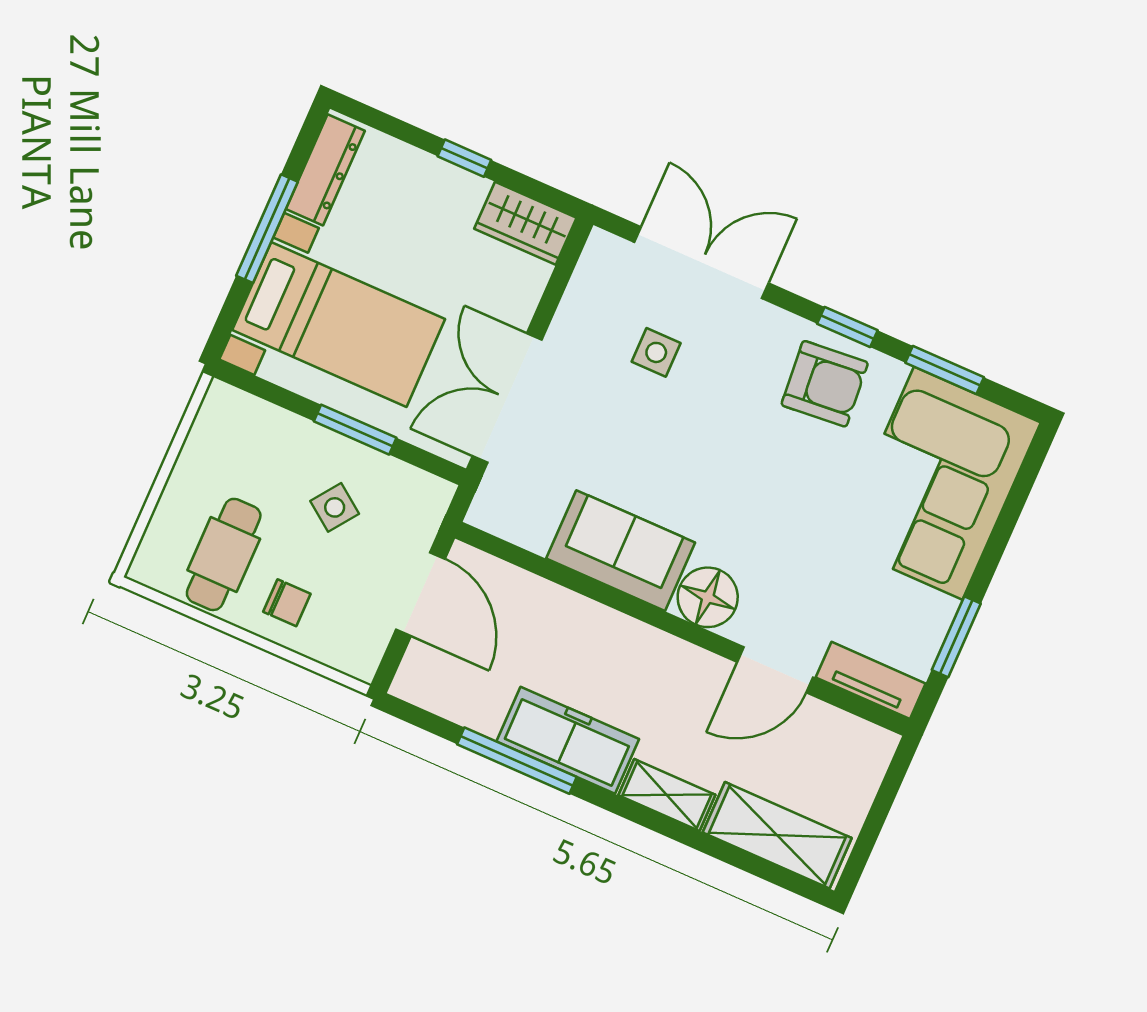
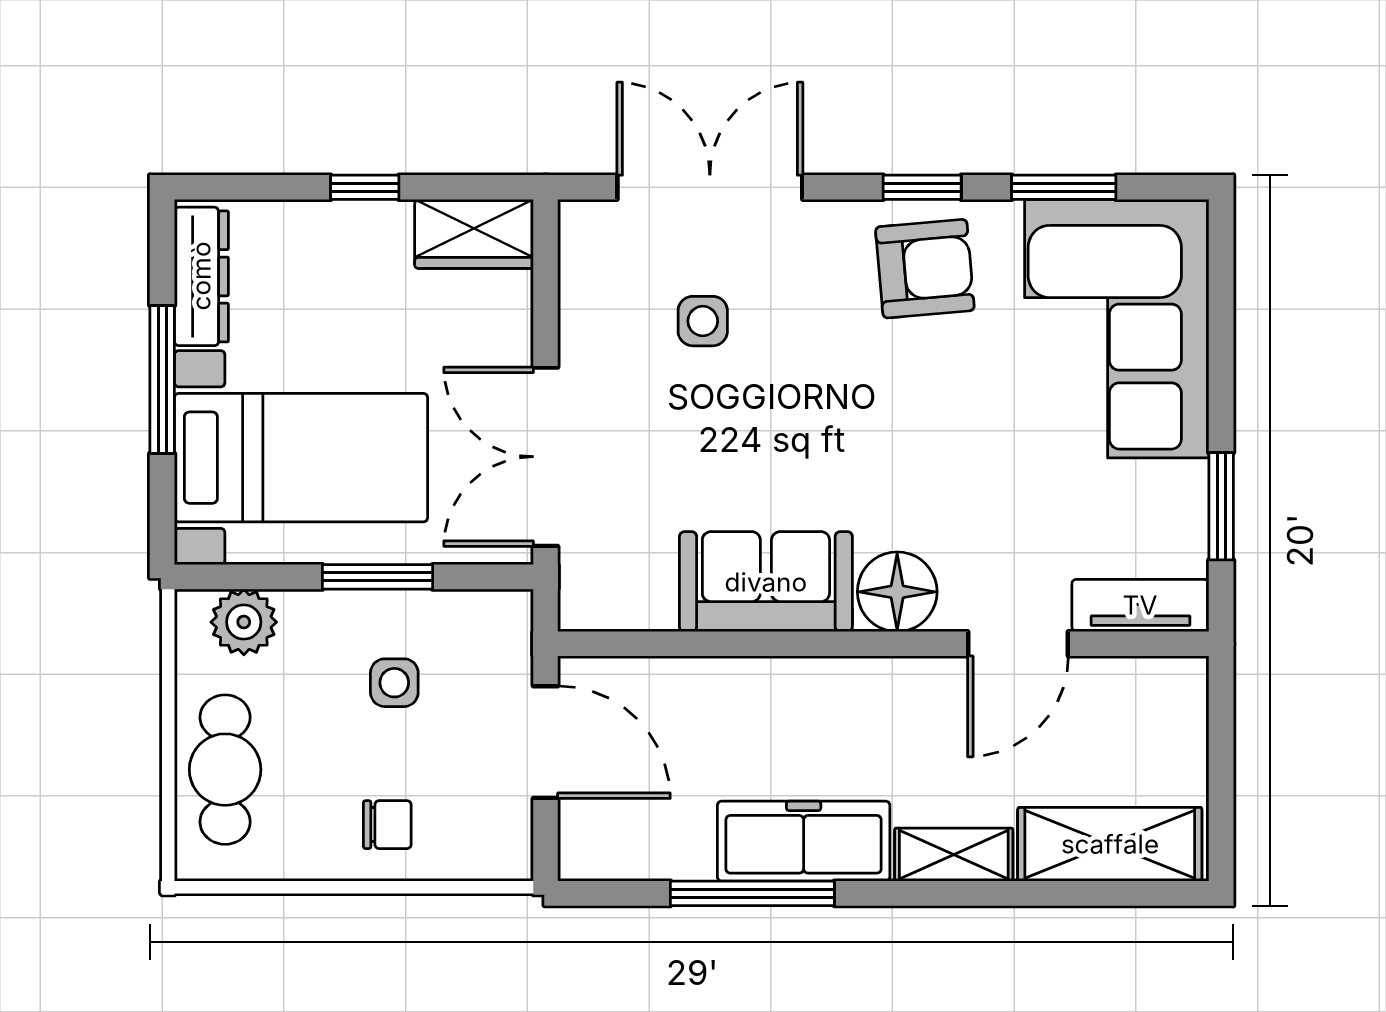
plant: (250, 420) -> (244, 622), added
side table: (335, 507) -> (394, 683), turned -36
cafe table: (224, 554) -> (225, 770), moved

